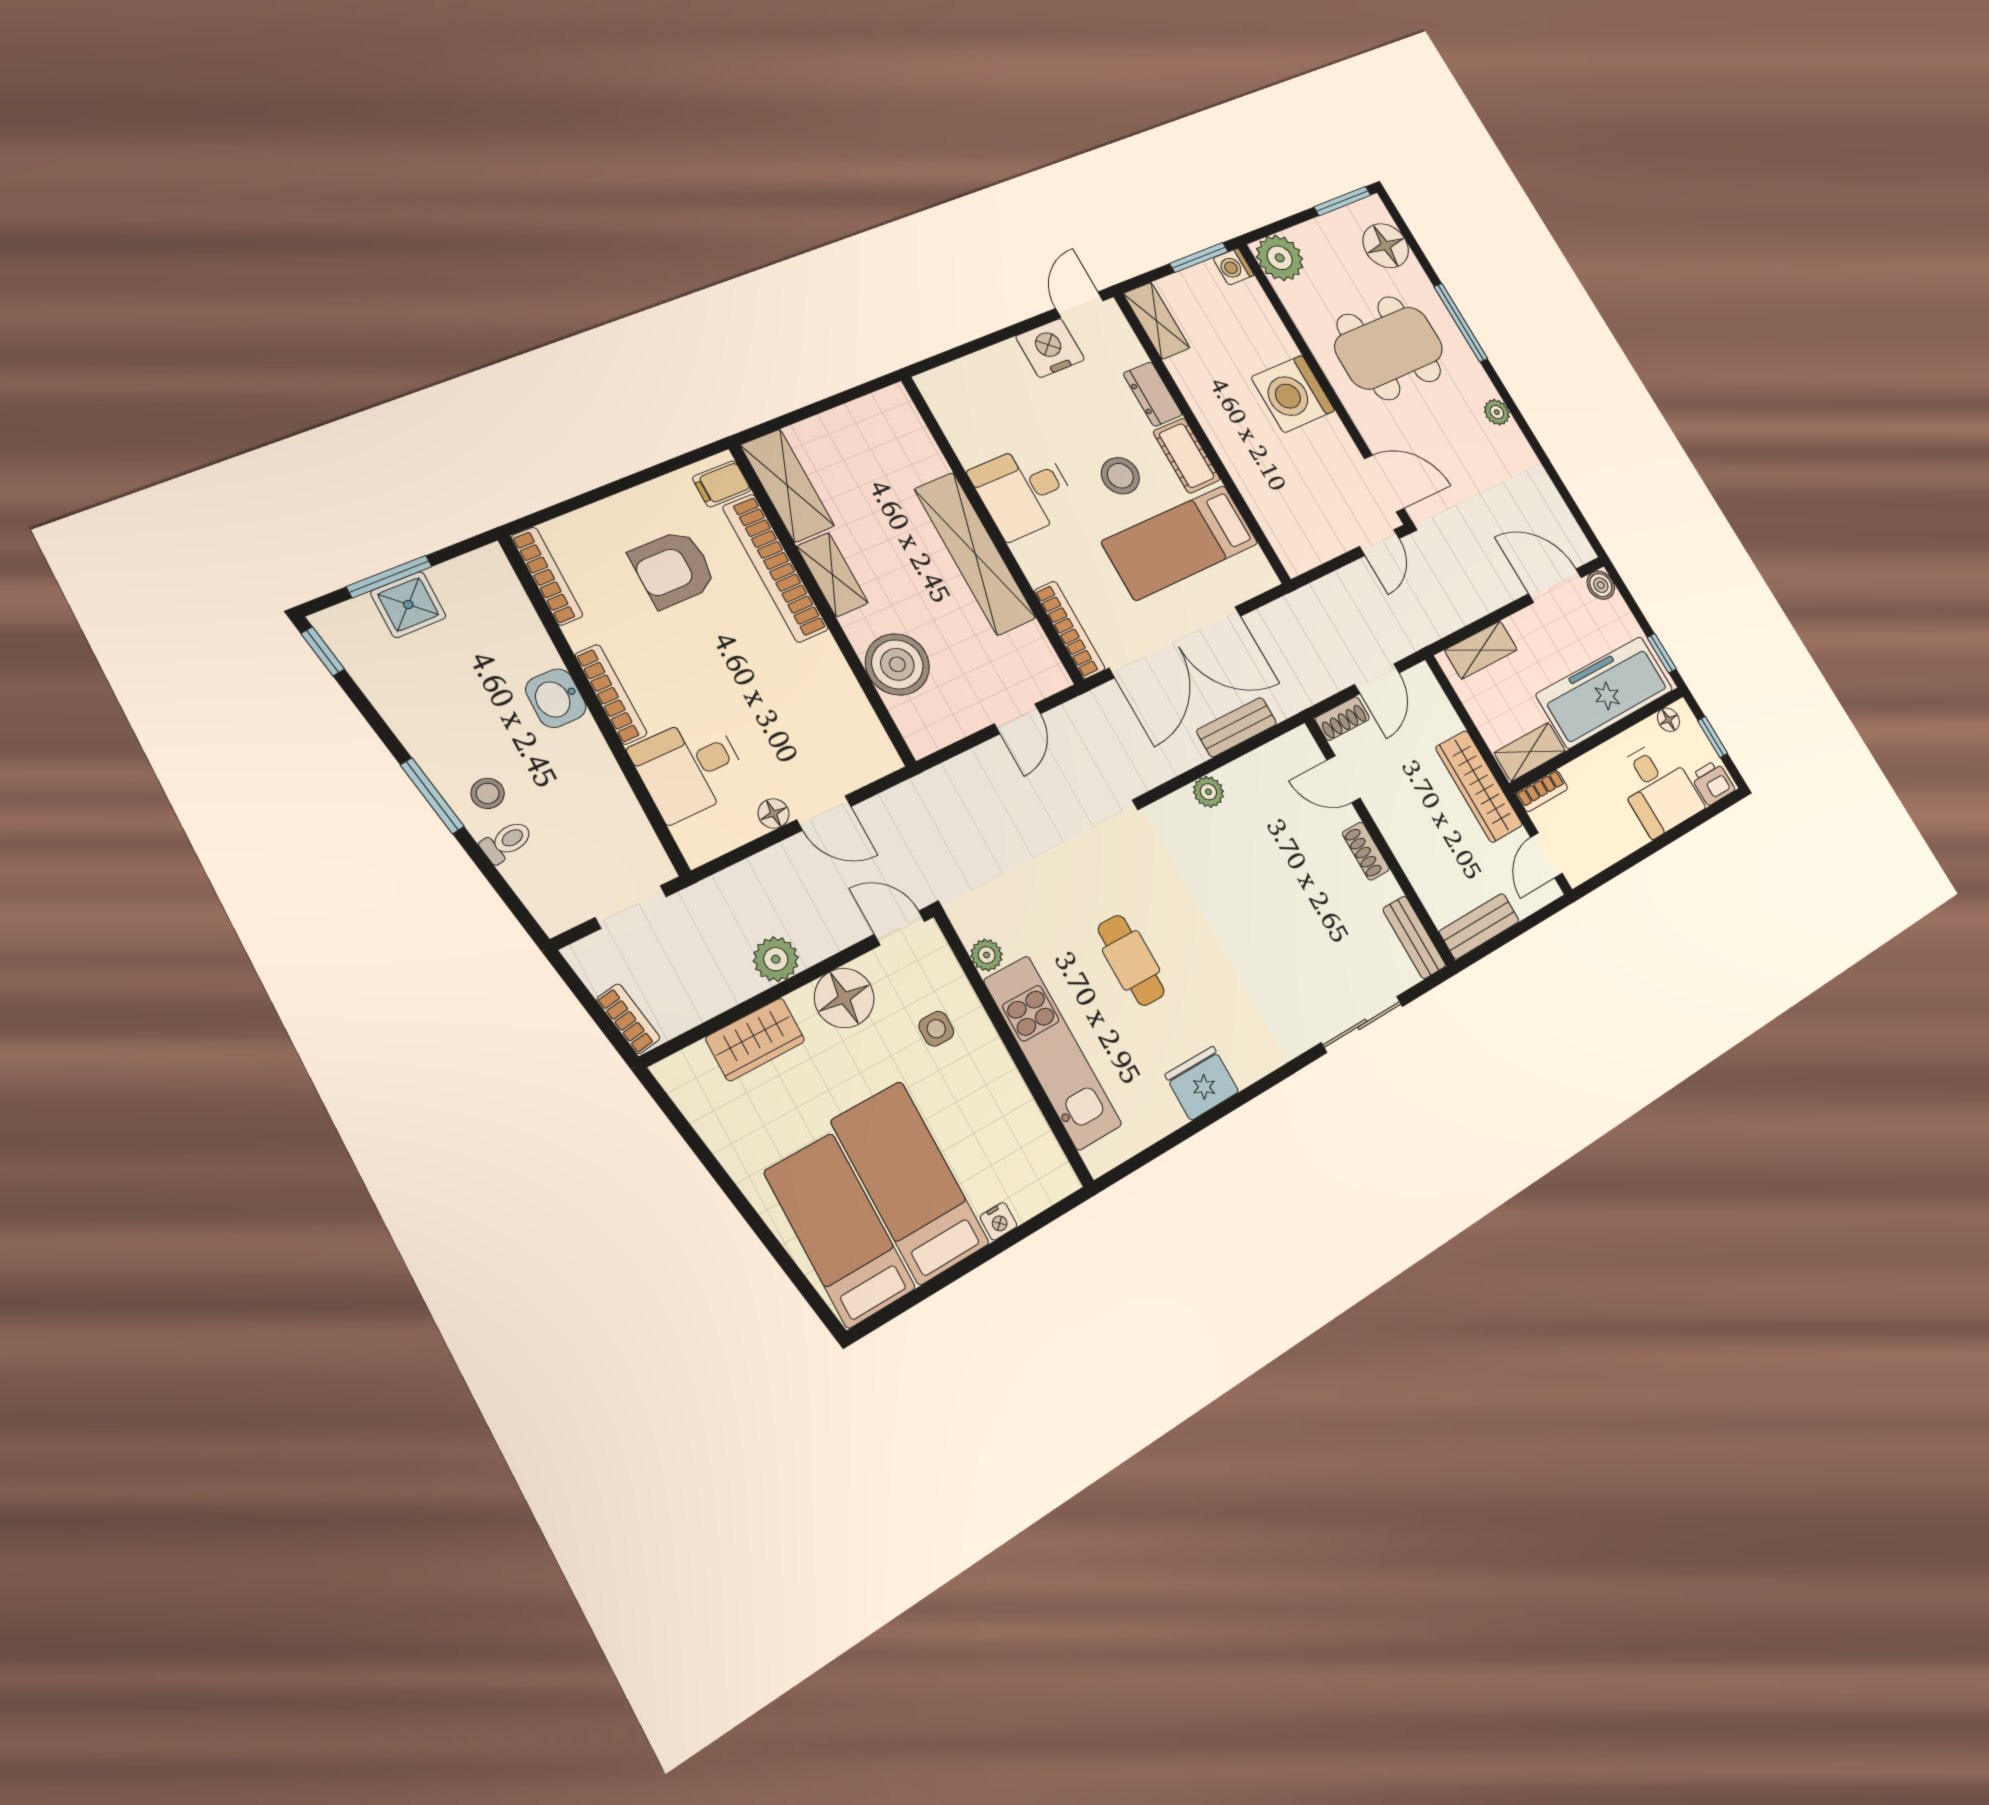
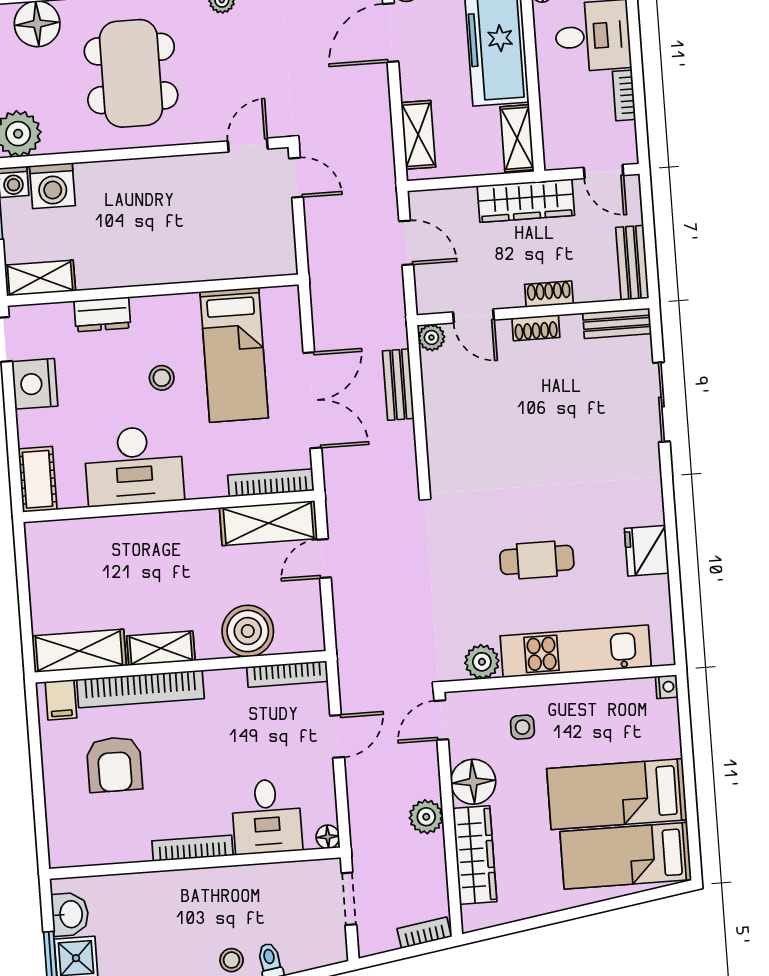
washing machine: (1293, 394) -> (52, 186), moved, width x0.73, depth x0.73
cot: (1187, 456) -> (38, 479), moved, turned 90
stool: (1120, 476) -> (162, 378), width x0.73, depth x0.73
door: (1384, 483) -> (248, 145), width x0.73
desk: (1024, 491) -> (134, 466), width x1.37
shelving: (975, 553) -> (268, 523), moved, width x0.68
bookcase: (547, 576) -> (287, 674), moved, turned 180
double door: (1176, 642) -> (312, 400), width x0.73
washbasin: (556, 698) -> (70, 914), moved, turned -90
door: (1017, 719) -> (324, 558), swing flipped
shoe rack: (1342, 719) -> (549, 294), moved, turned -90
door: (1344, 779) -> (474, 316), hinge flipped
bookcase: (1542, 791) -> (624, 95), moved, turned 180
plant: (1208, 792) -> (431, 337), moved
floor lamp: (774, 814) -> (328, 837), moved
plant: (987, 955) -> (482, 662), width x1.38, depth x1.38
wardrobe: (755, 1039) -> (475, 855), width x1.50
nightstand: (999, 1221) -> (667, 687), moved

